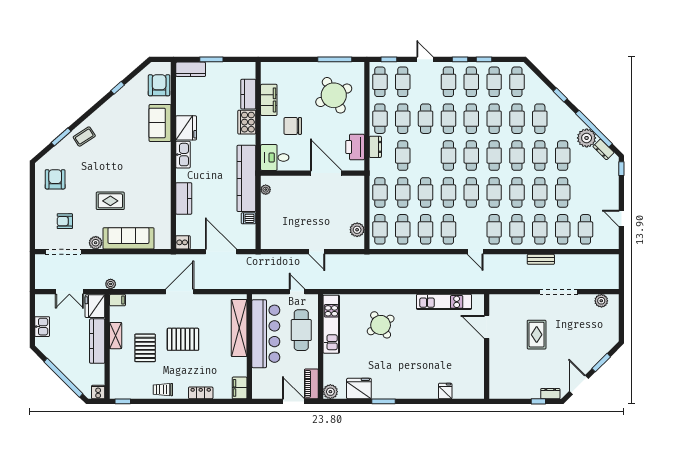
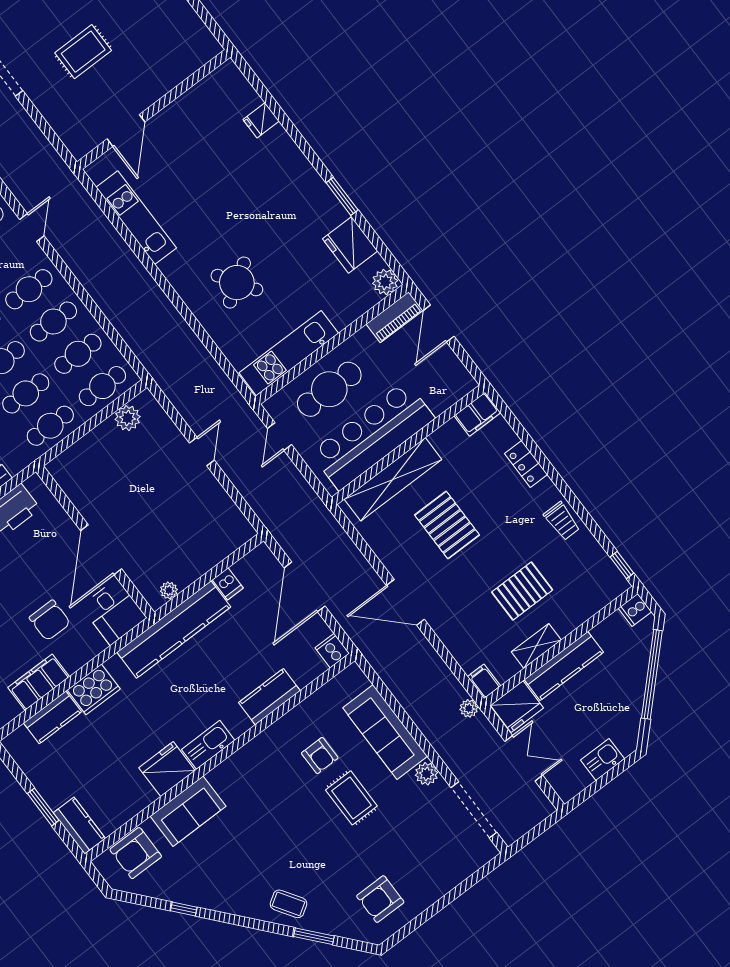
door: (326, 173) -> (101, 550), moved
armchair: (65, 221) -> (320, 756), moved
pallet: (183, 339) -> (447, 525), moved

